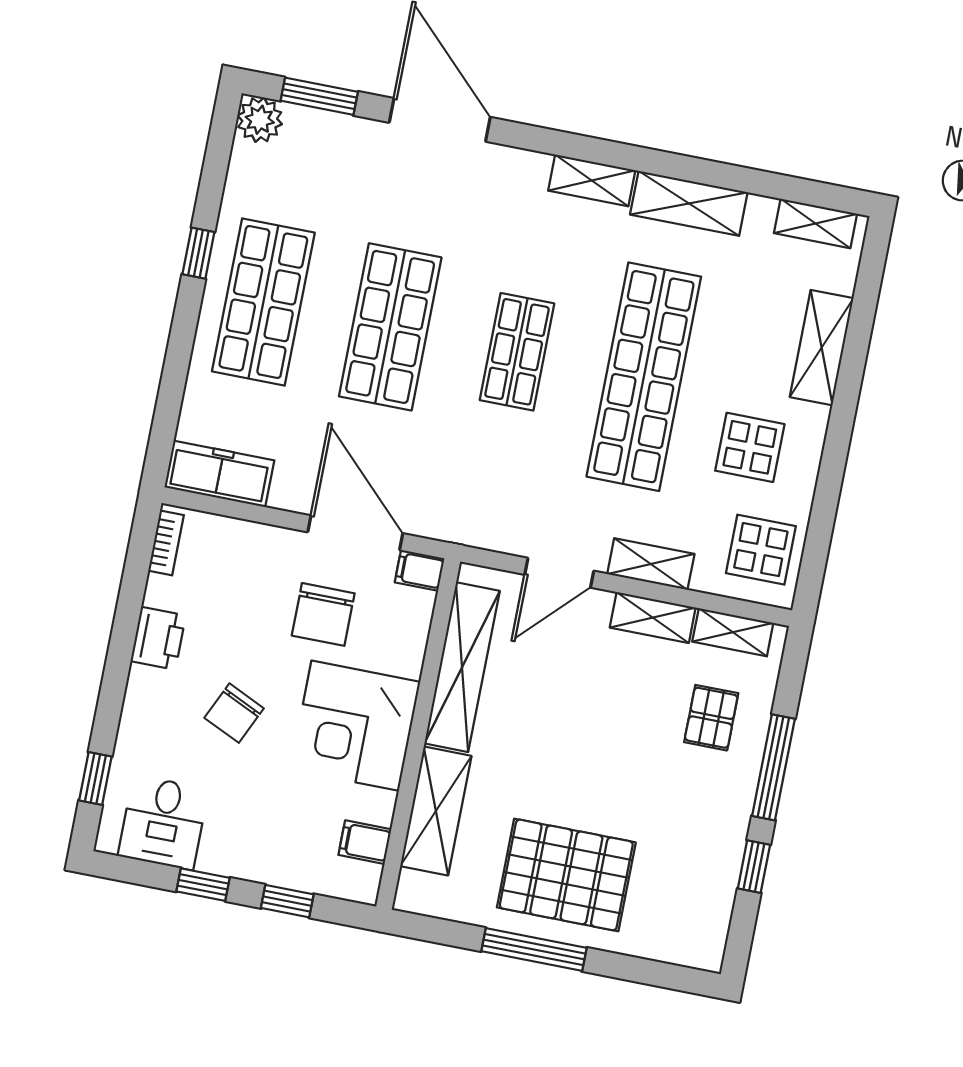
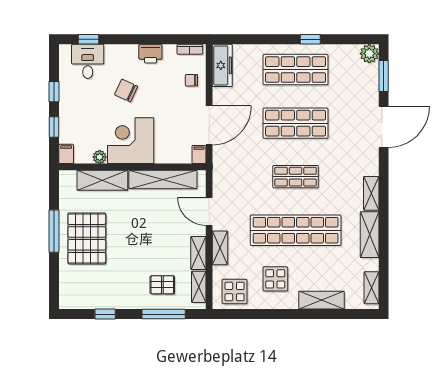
chair: (323, 614) -> (191, 80), moved, width x0.54, depth x0.54
window: (773, 767) -> (164, 314), moved
plant: (379, 807) -> (100, 157), added
desk: (163, 822) -> (88, 61), moved, turned 90
filing cabinet: (365, 842) -> (66, 154), moved

